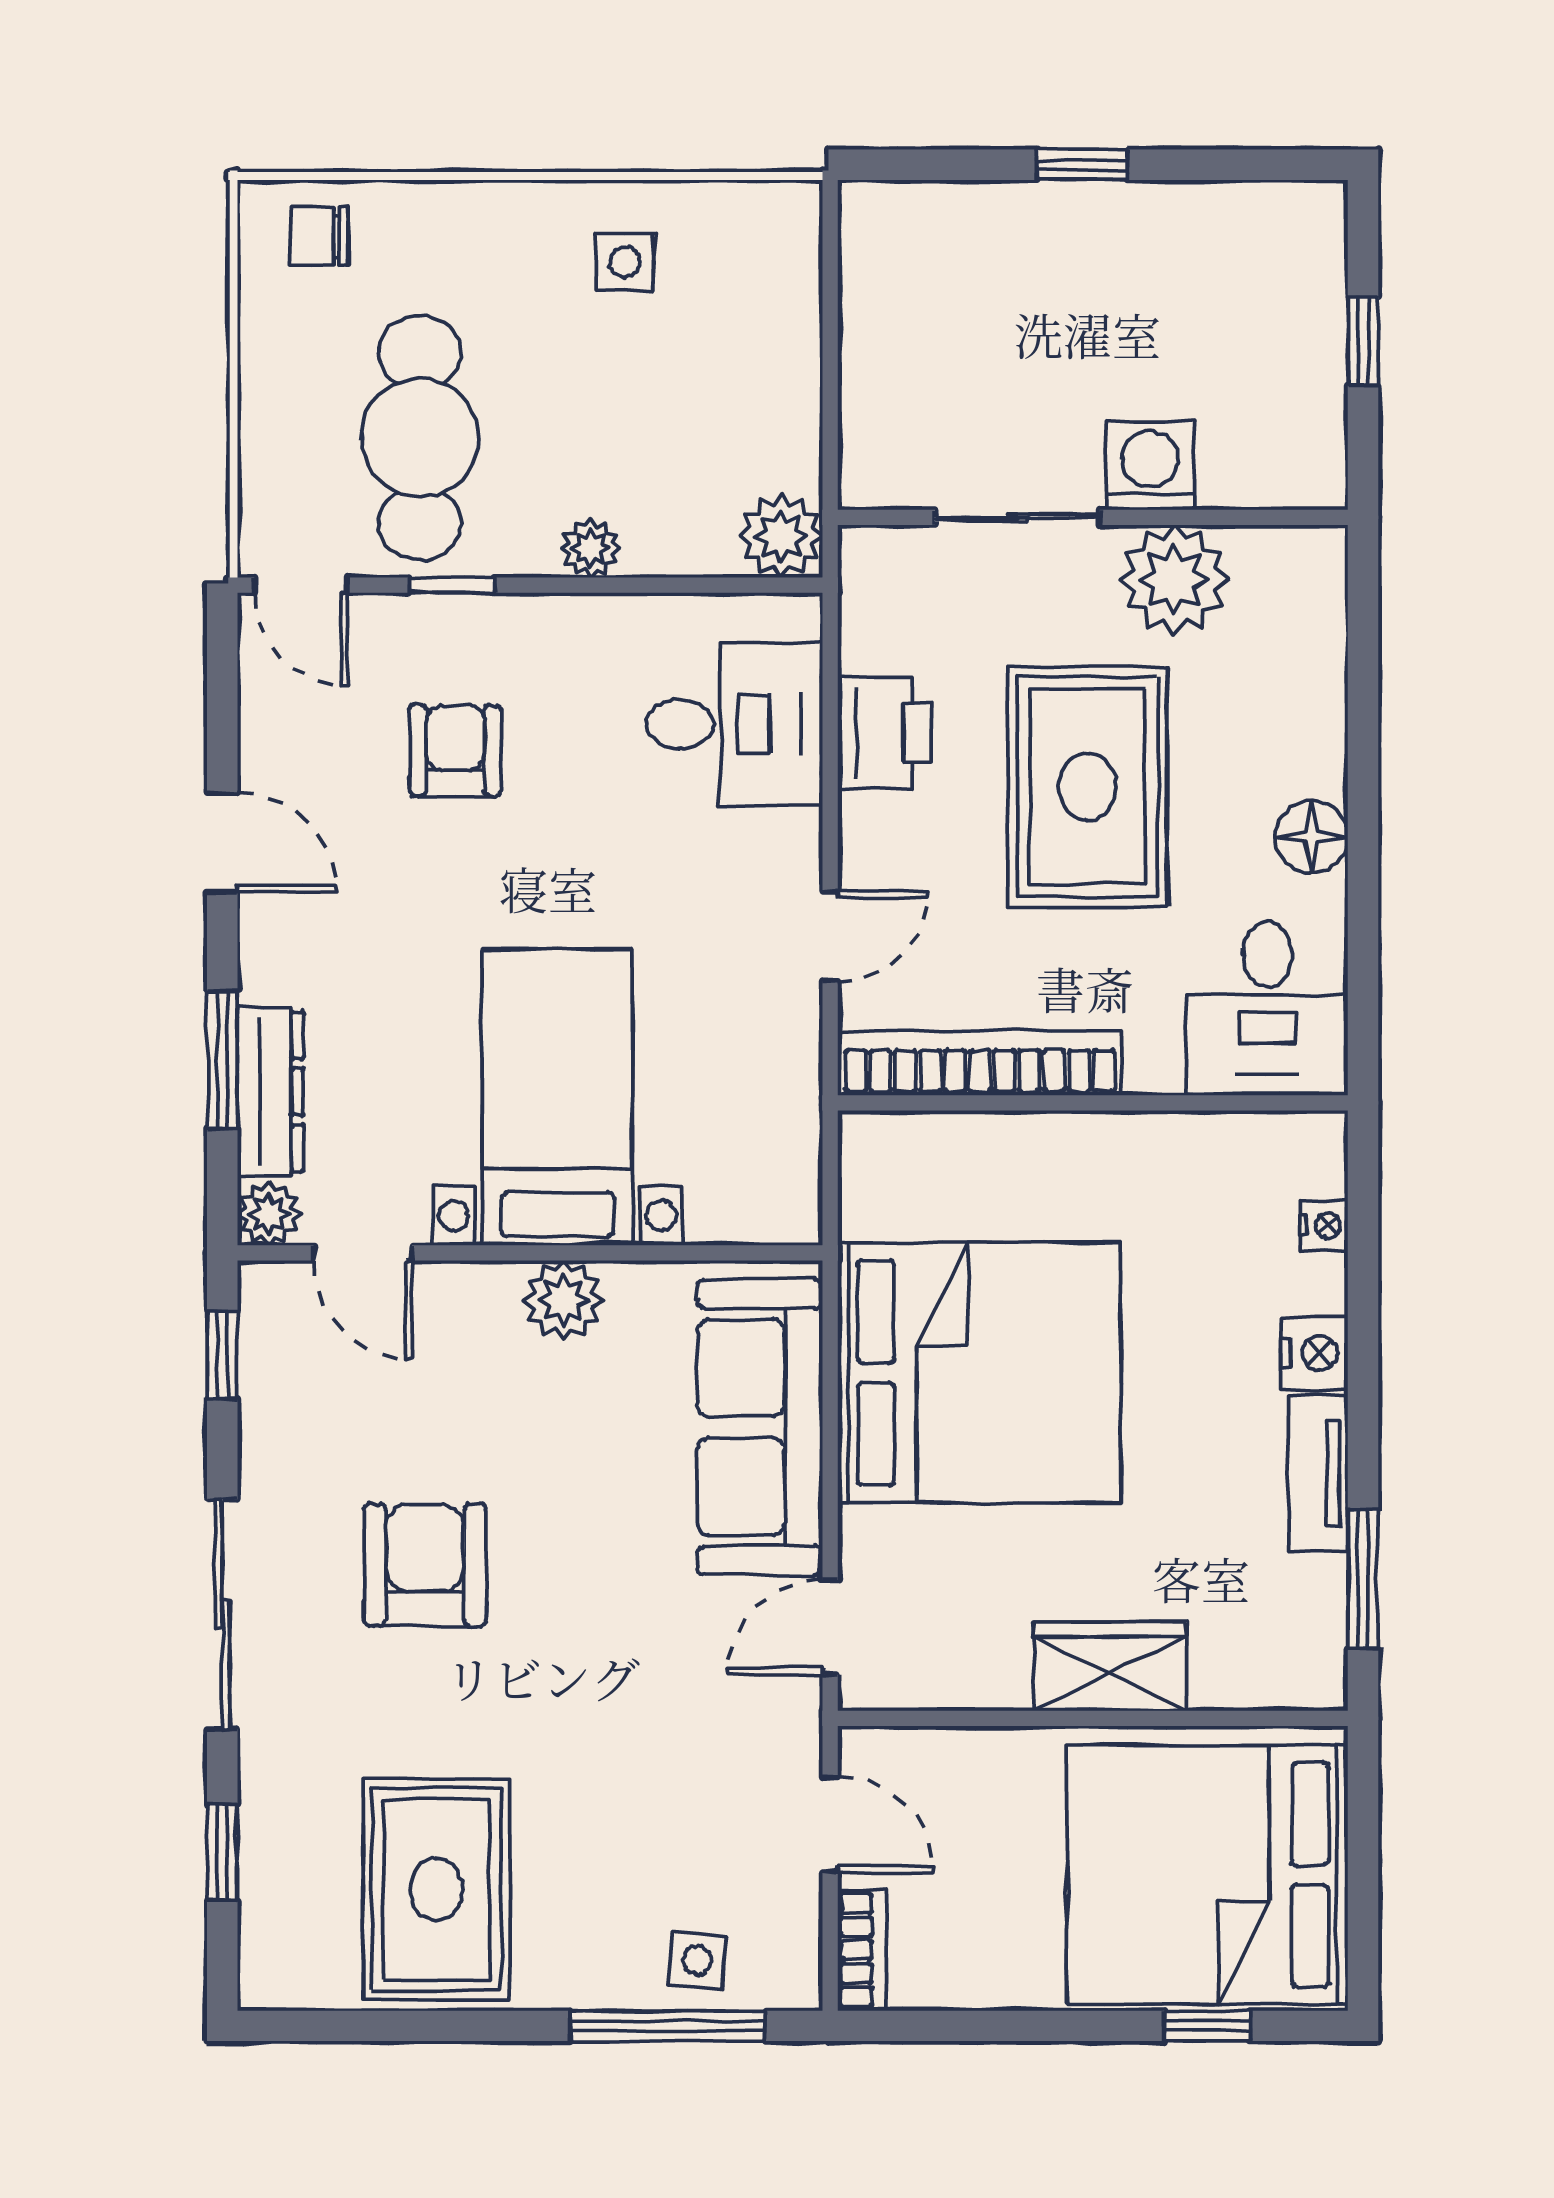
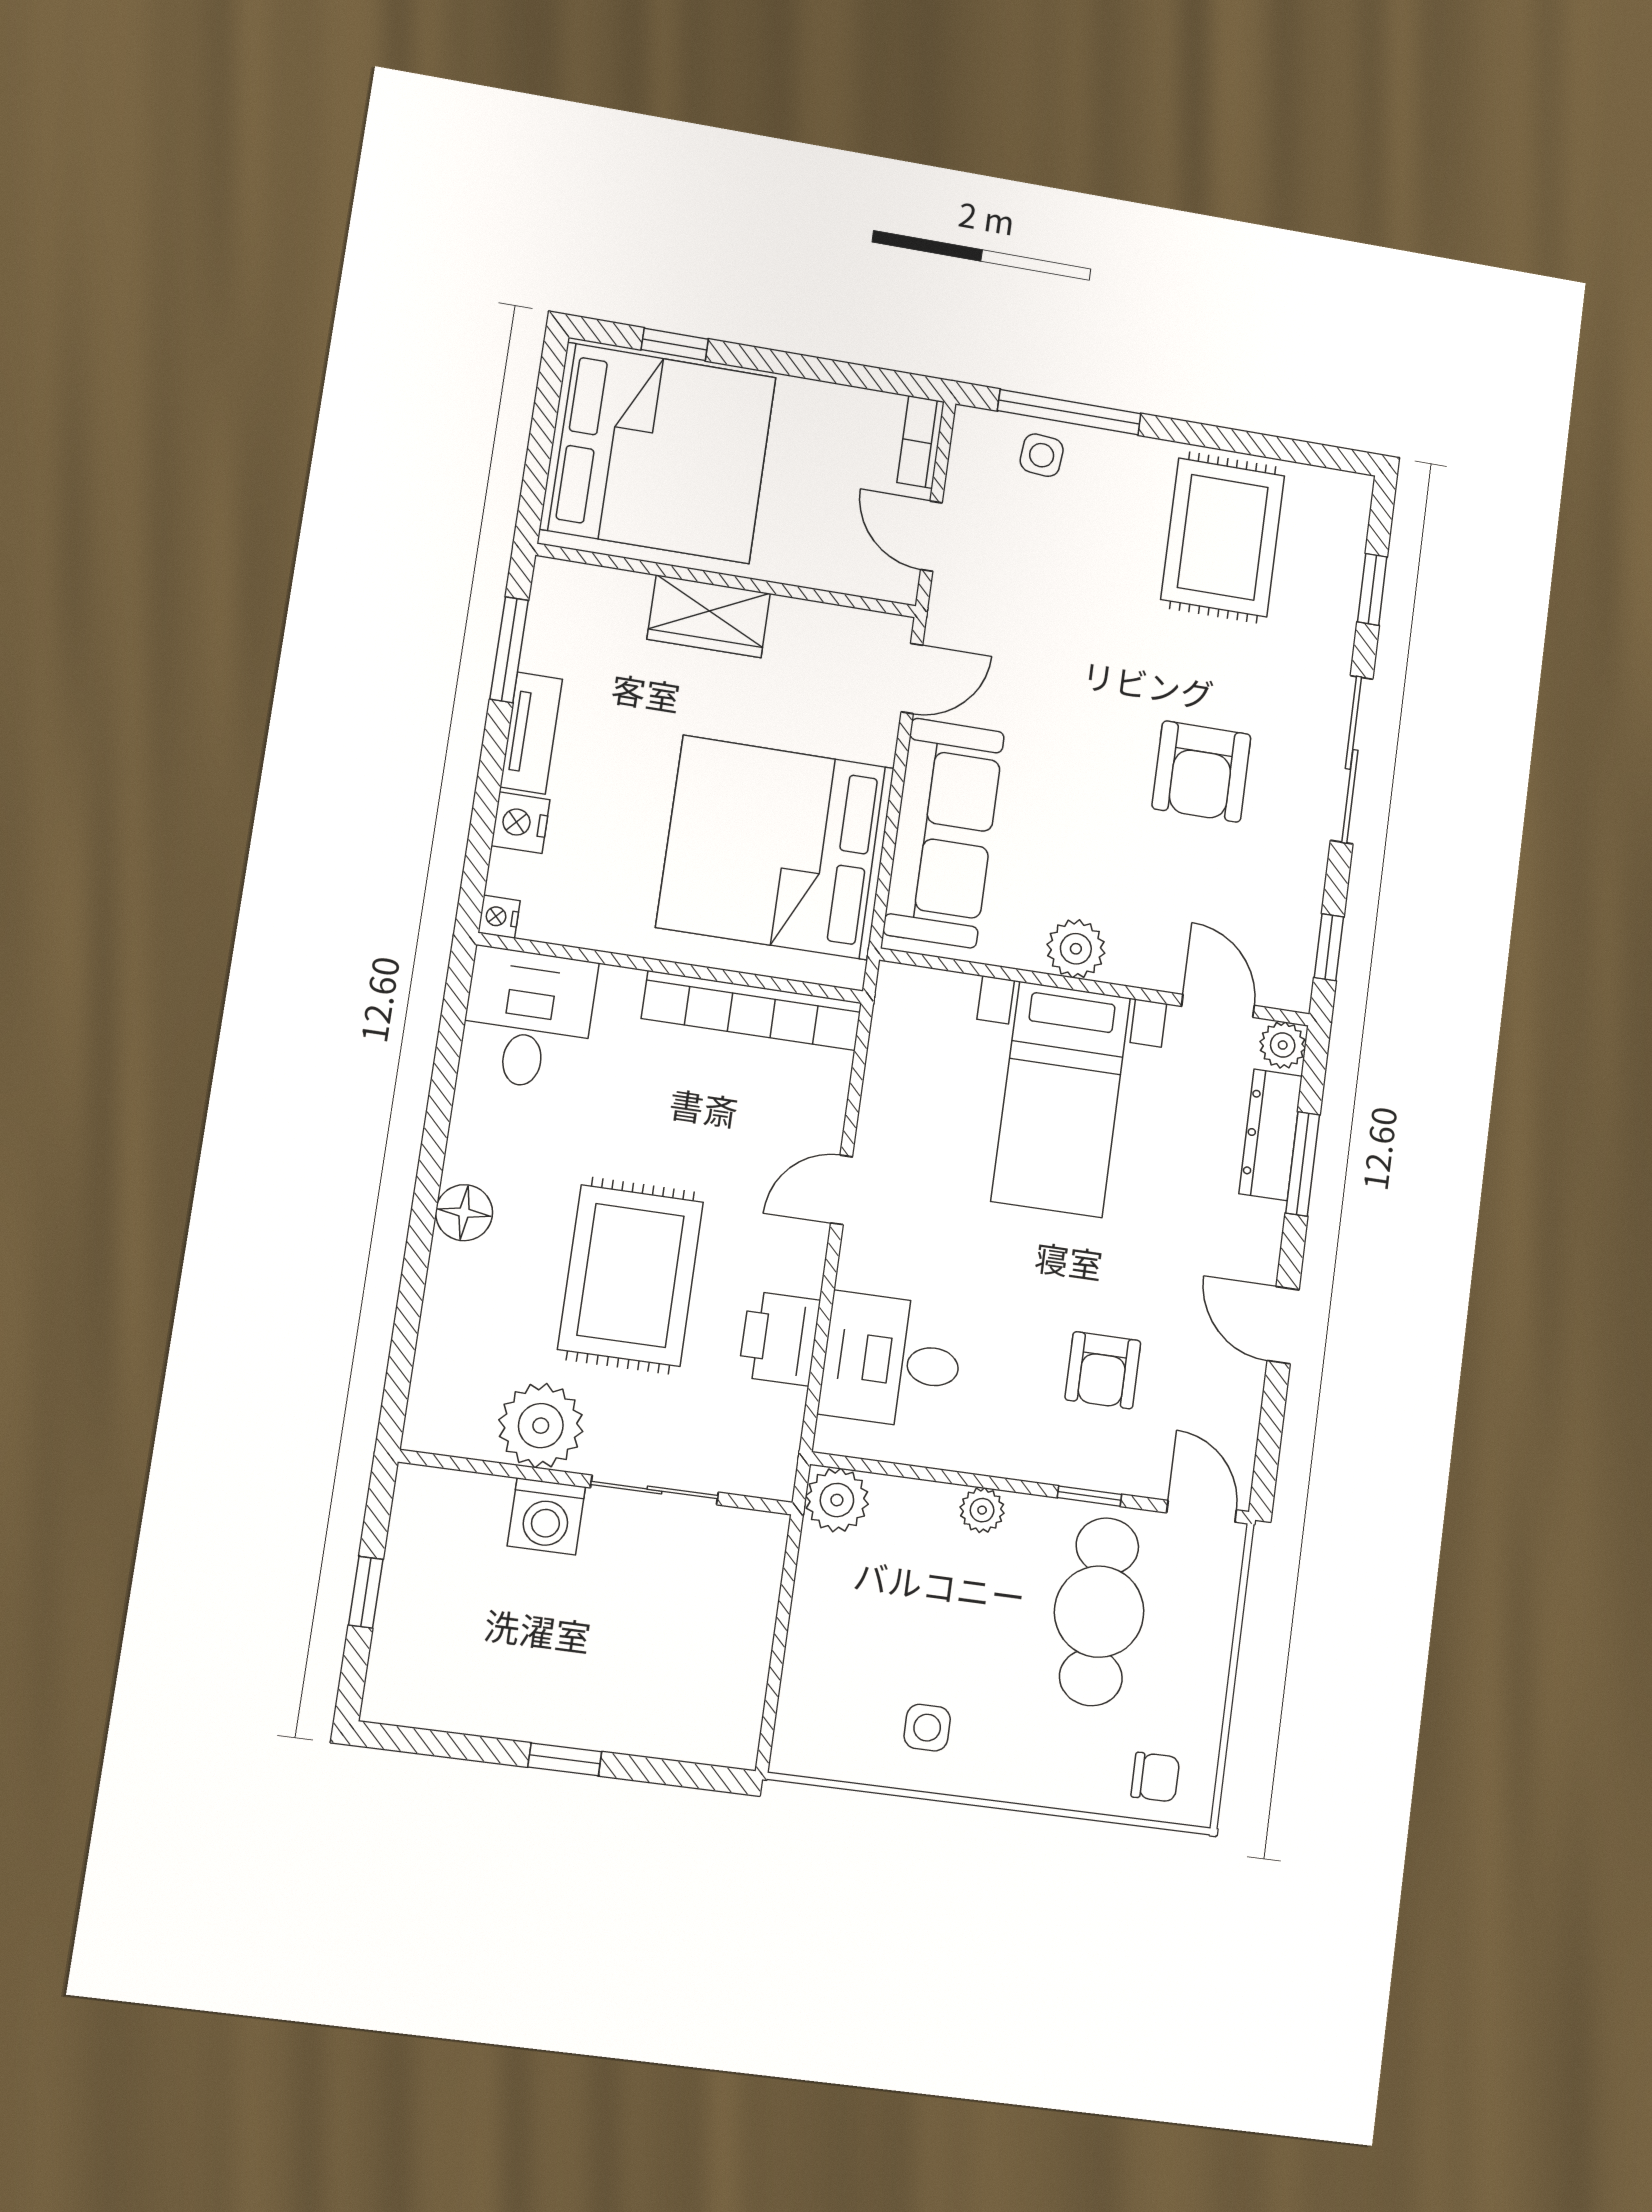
desk: (1267, 1008) -> (528, 1019), moved
bookcase: (980, 1063) -> (752, 1011), moved
wall: (1093, 1103) -> (671, 968), moved

